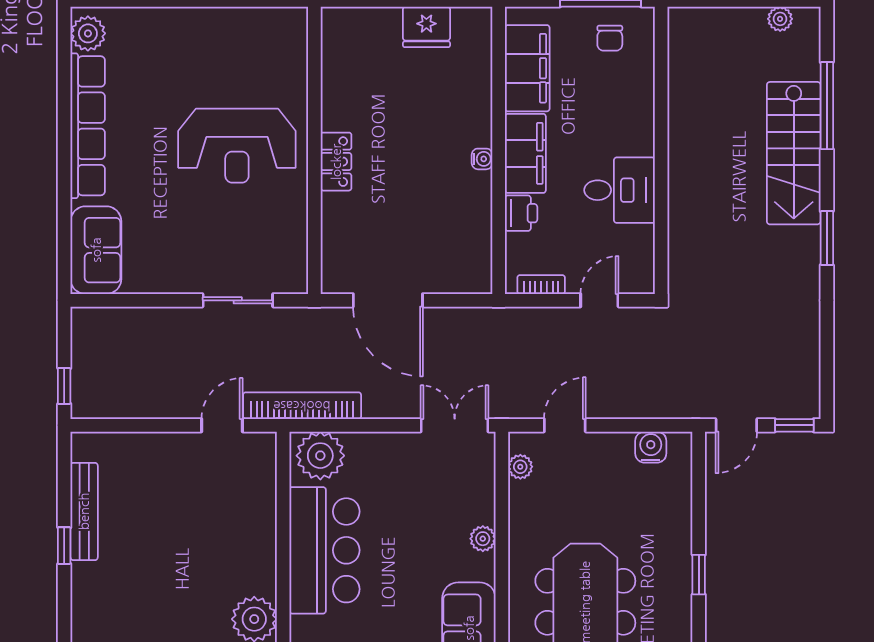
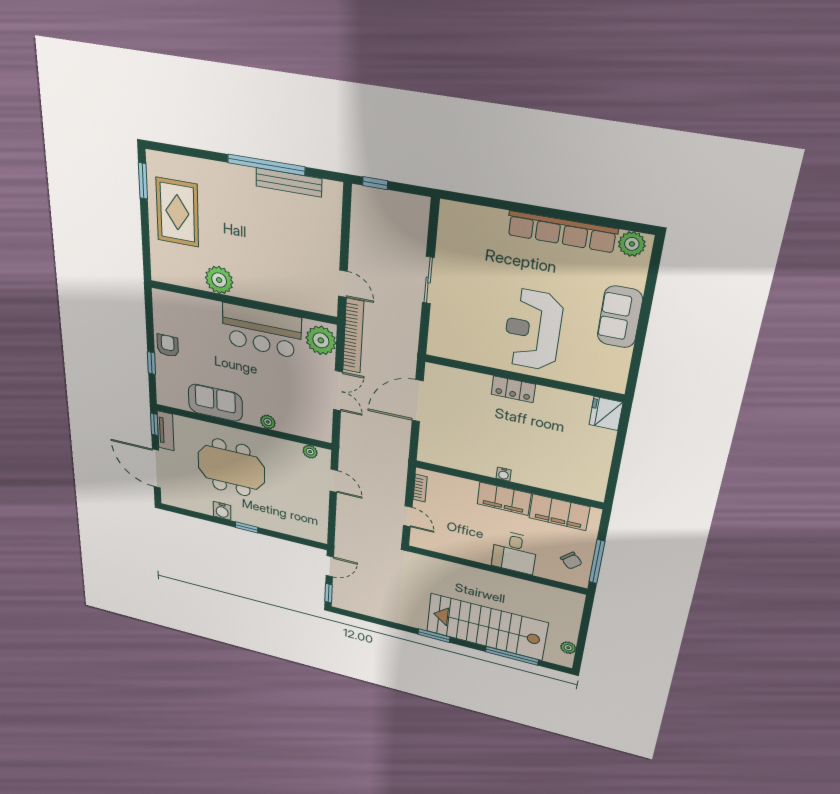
fridge: (426, 27) -> (606, 413), moved
chair: (610, 38) -> (571, 561), turned -133
stairs: (794, 153) -> (486, 627), width x1.36, depth x1.51
desk: (620, 190) -> (514, 552), moved
printer: (521, 213) -> (466, 488), removed
sofa: (96, 250) -> (620, 317), moved, turned 90
sliding door: (238, 300) -> (428, 280), moved
double door: (455, 425) -> (338, 391), moved
door: (736, 425) -> (330, 566), swing flipped
water cooler: (651, 447) -> (222, 511), moved, turned 90
window: (64, 546) -> (266, 165), width x3.17

